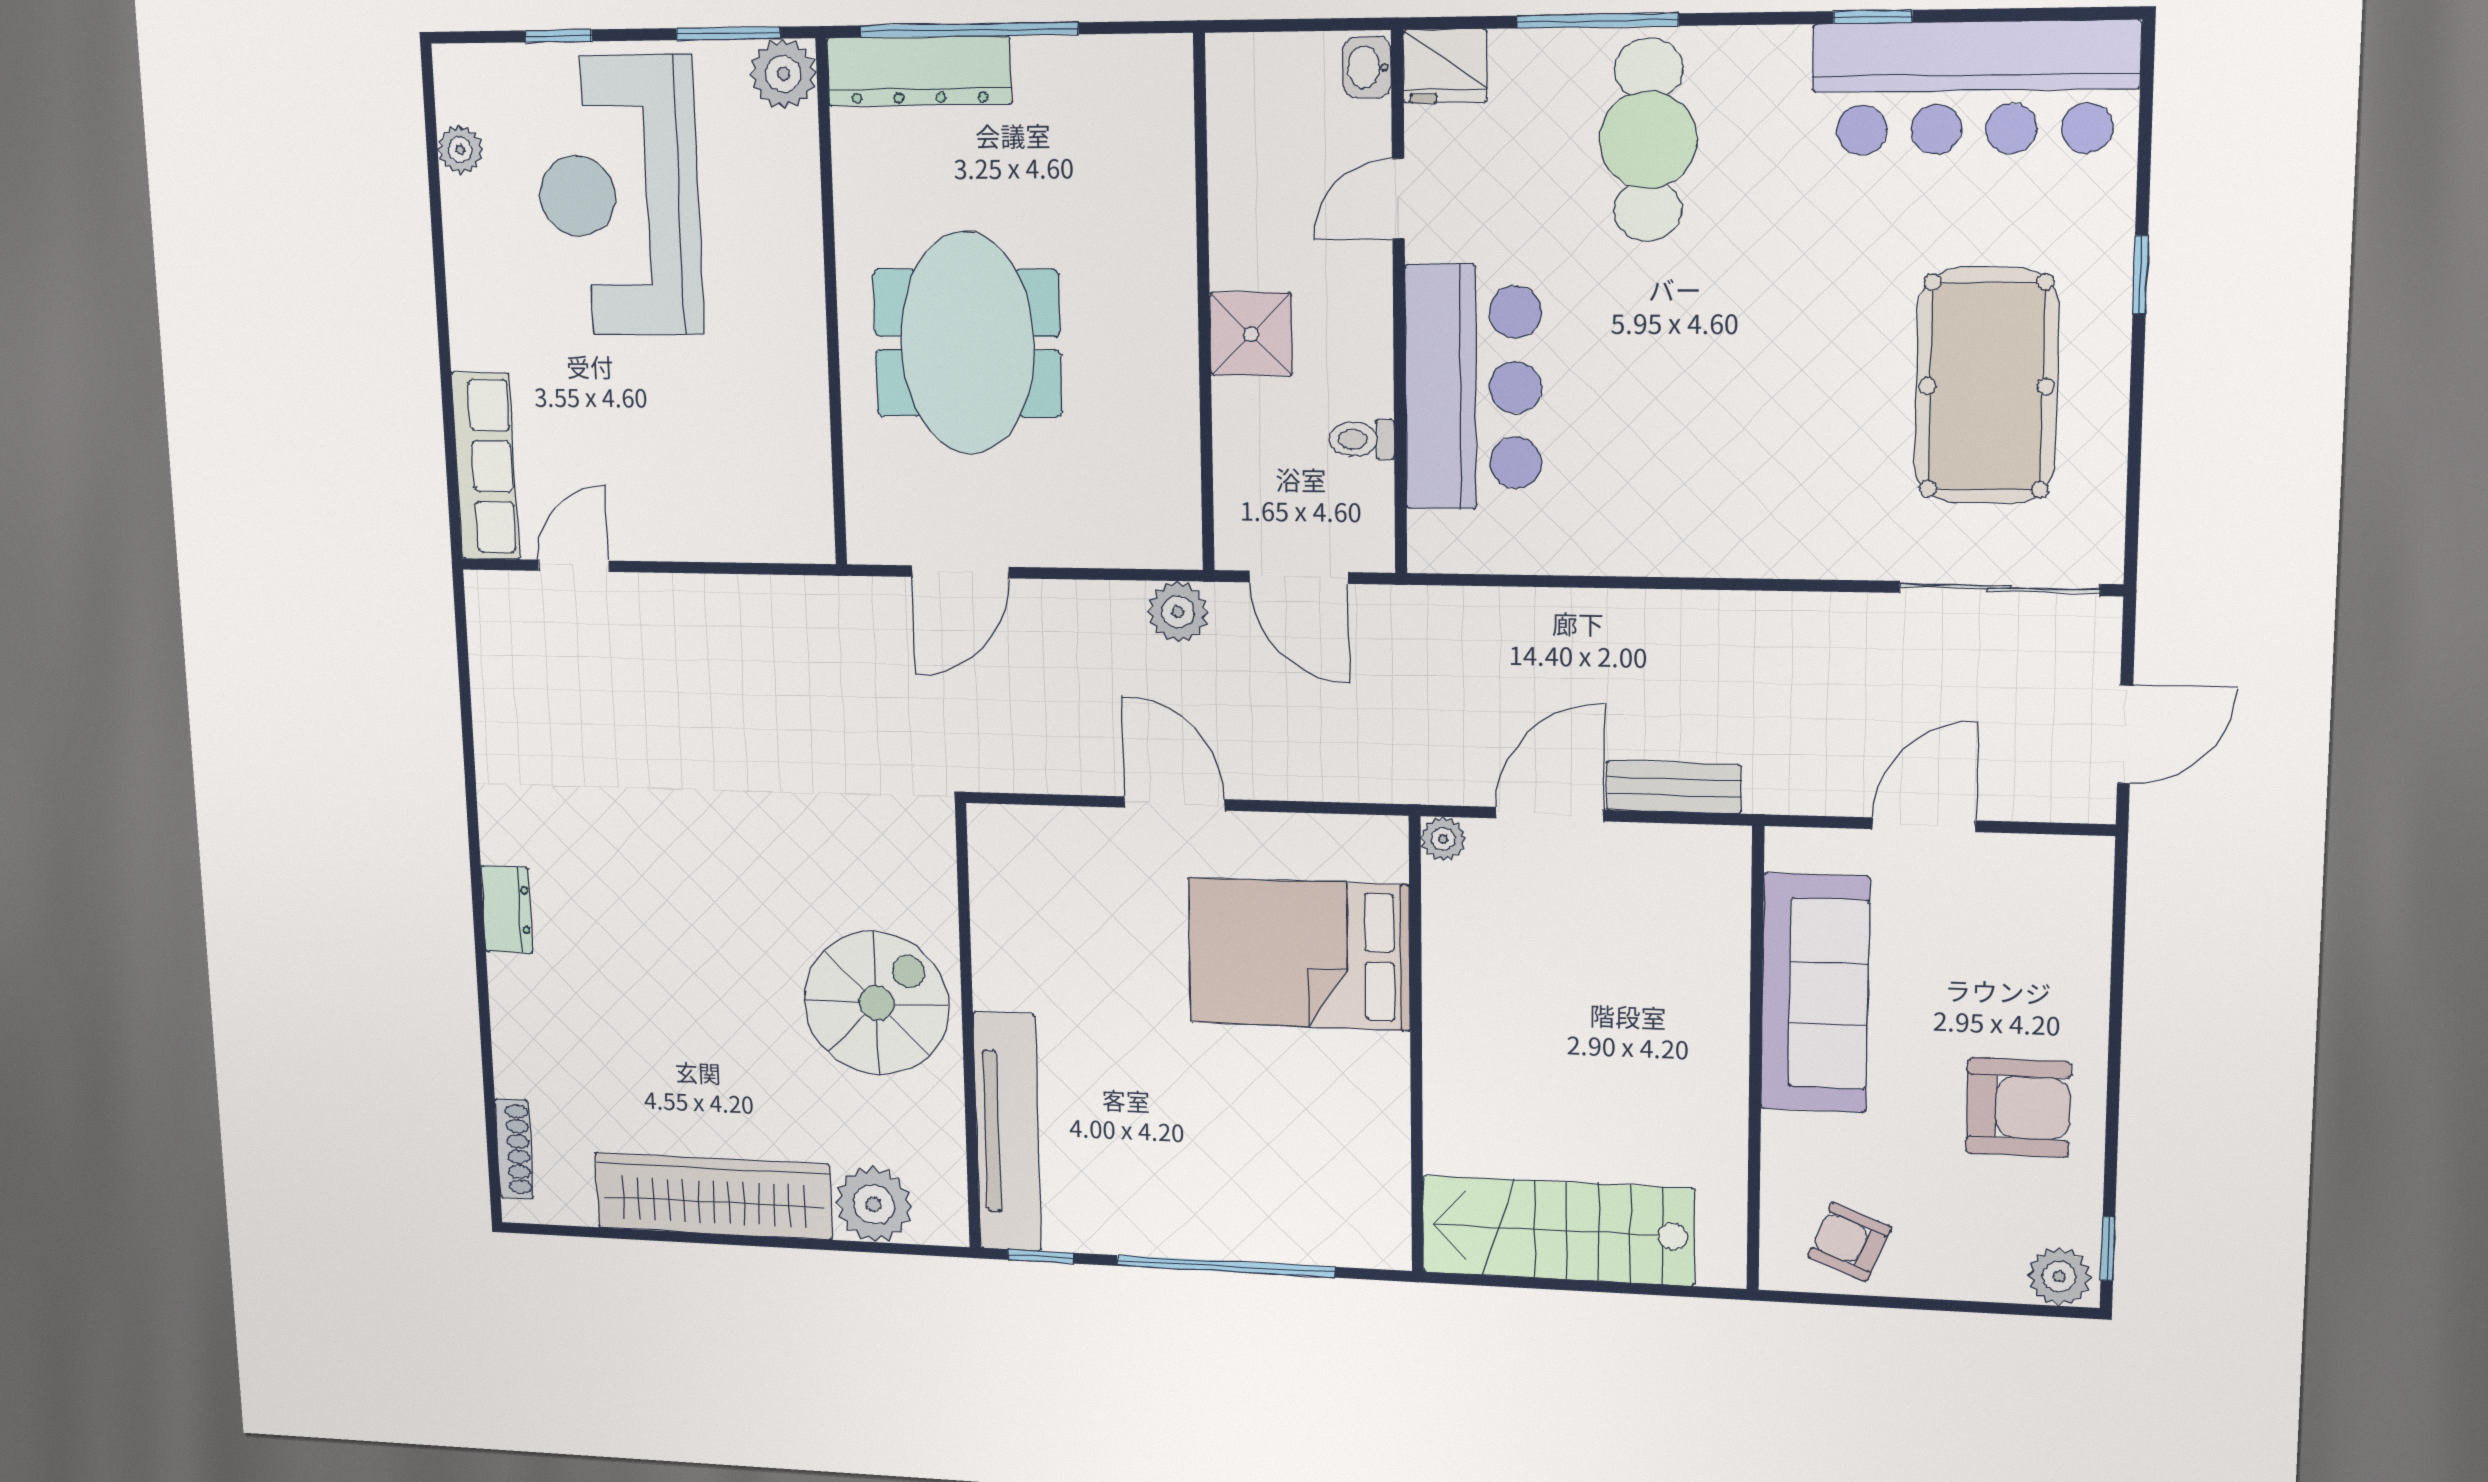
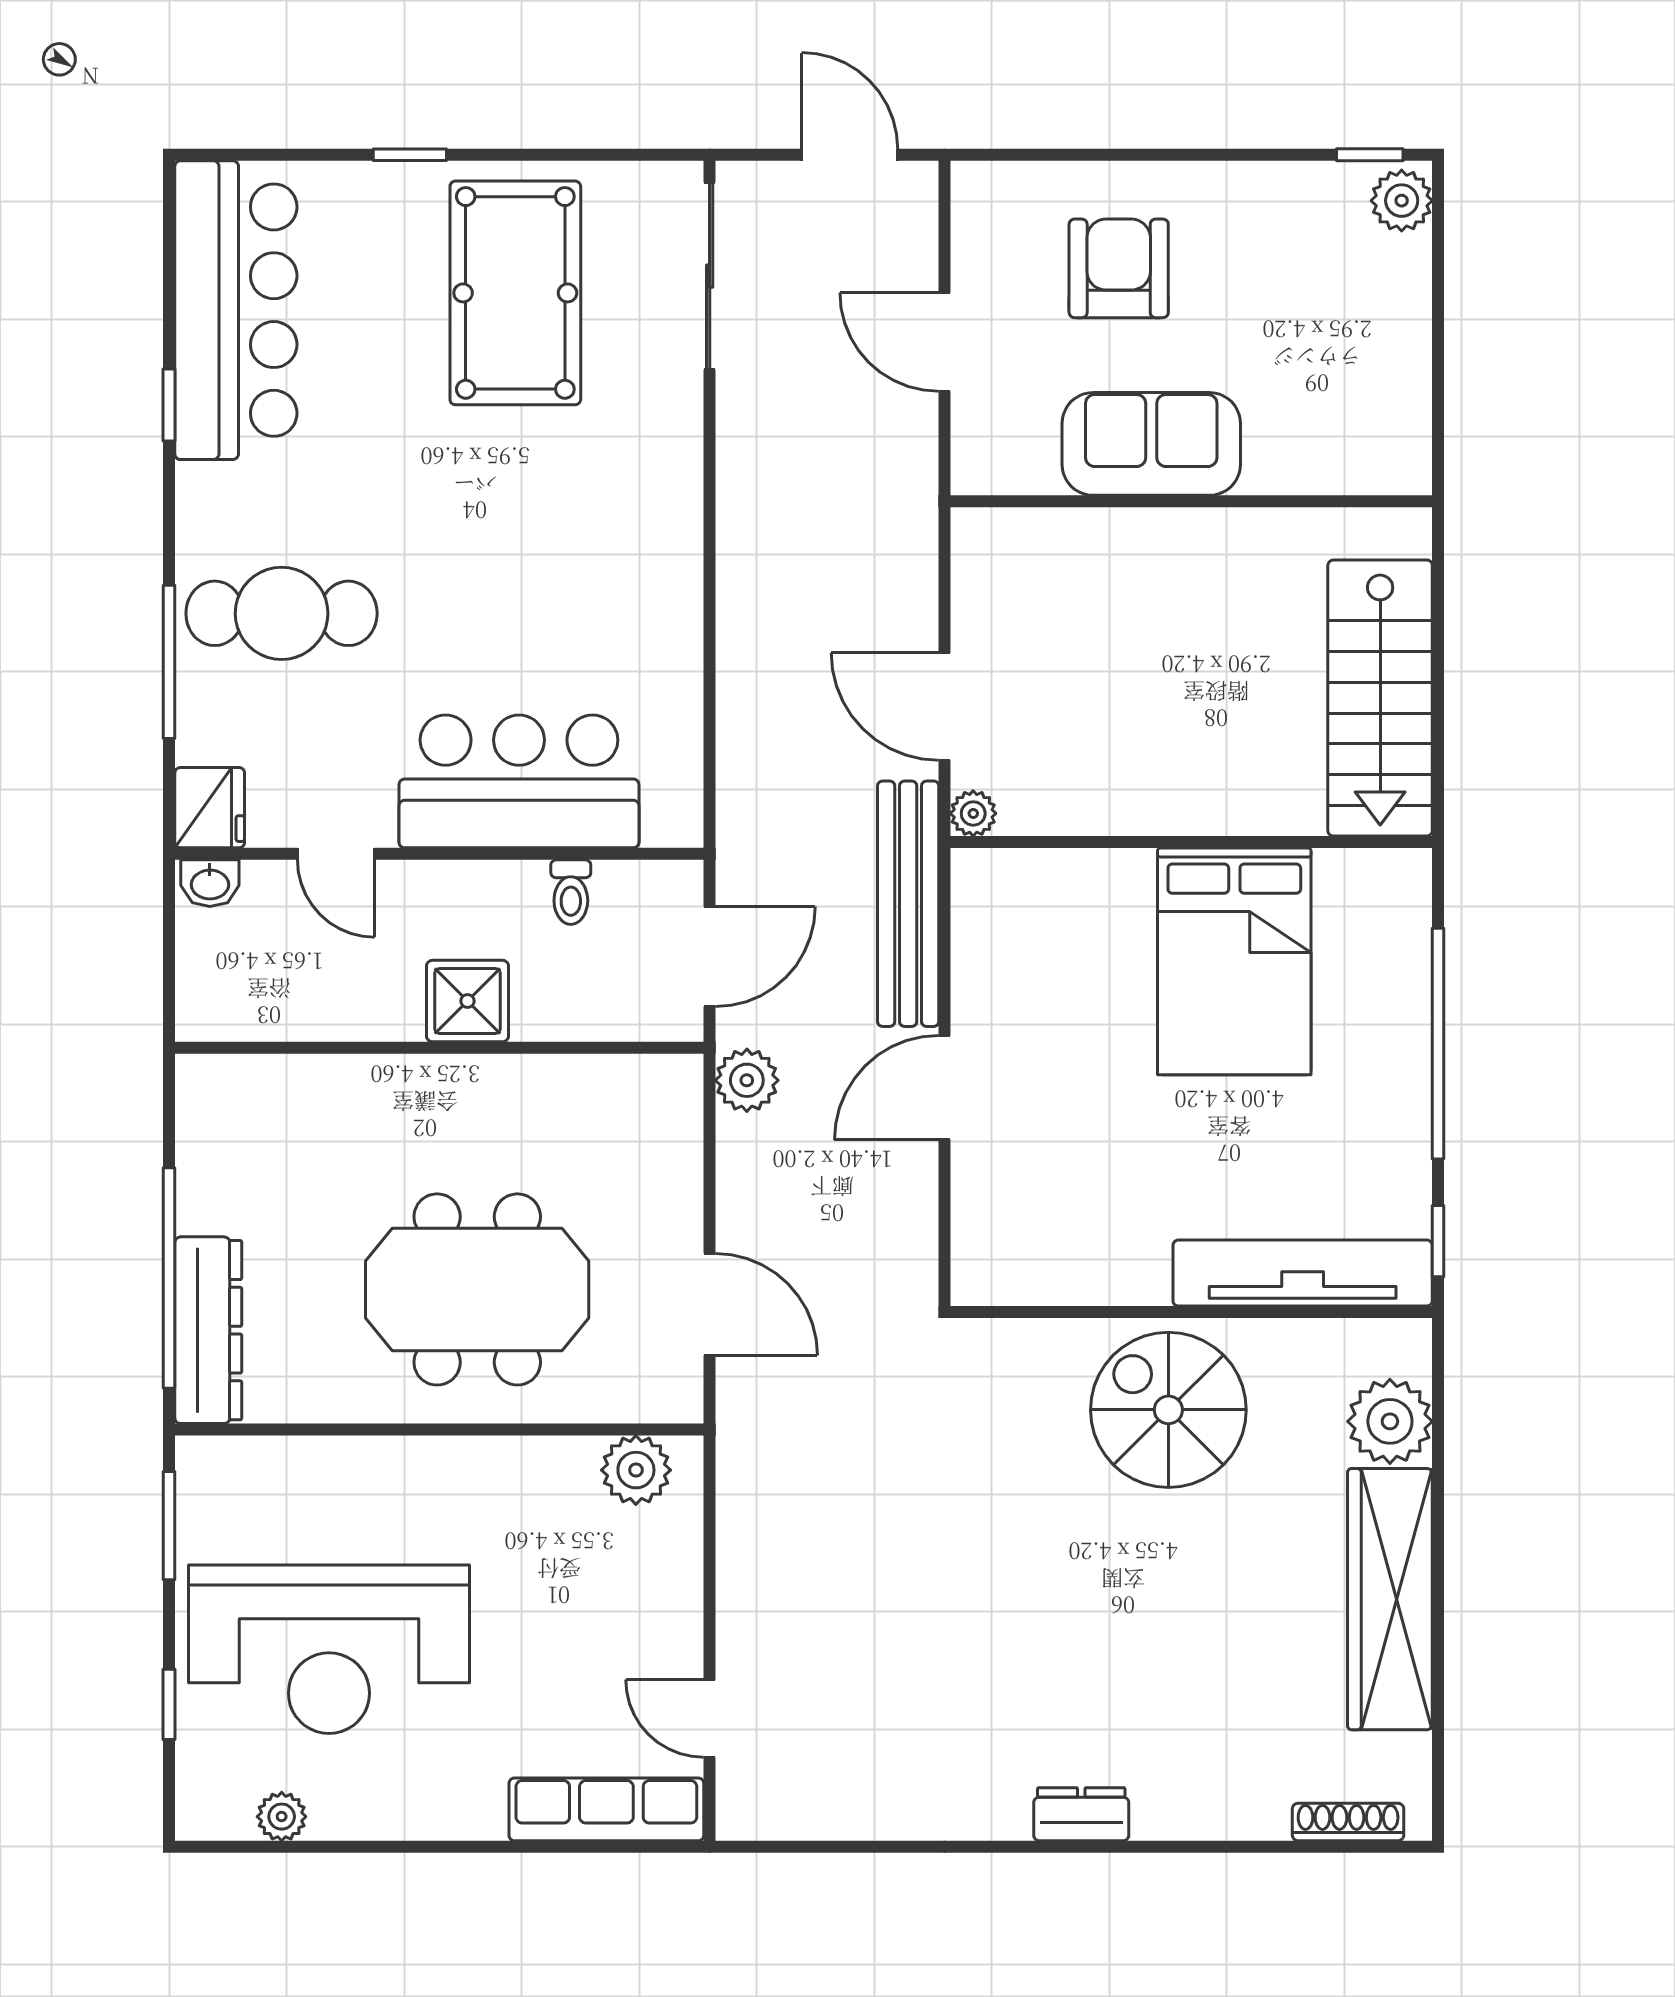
plant: (783, 74) -> (636, 1470), moved
pool table: (1986, 386) -> (515, 293), turned 90
bench: (1674, 787) -> (908, 904), moved, width x1.86, depth x1.21
bed: (1299, 954) -> (1234, 961), moved
sofa: (1815, 993) -> (1151, 444), width x0.73
armchair: (2018, 1107) -> (1119, 268), moved
armchair: (1849, 1242) -> (1377, 406), removed

